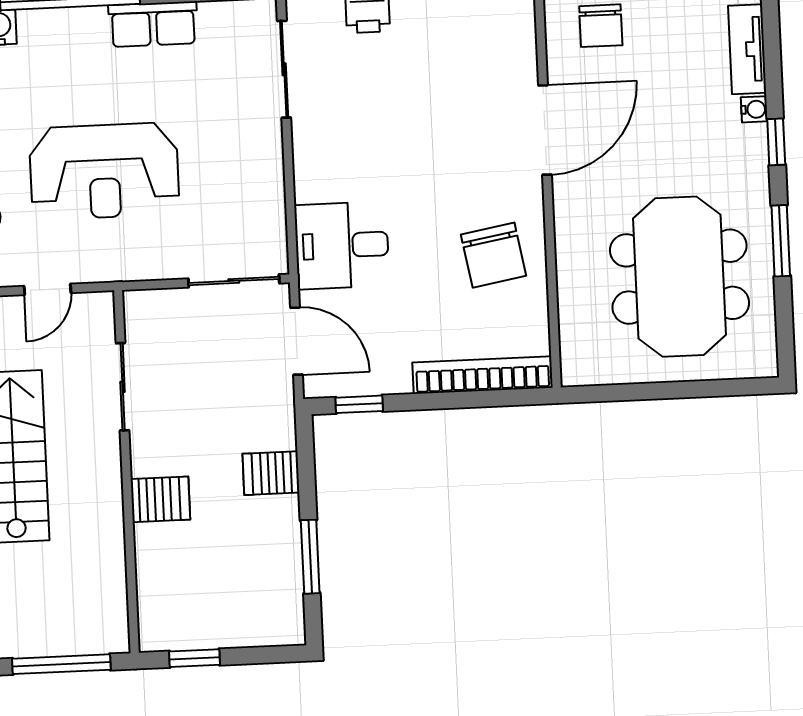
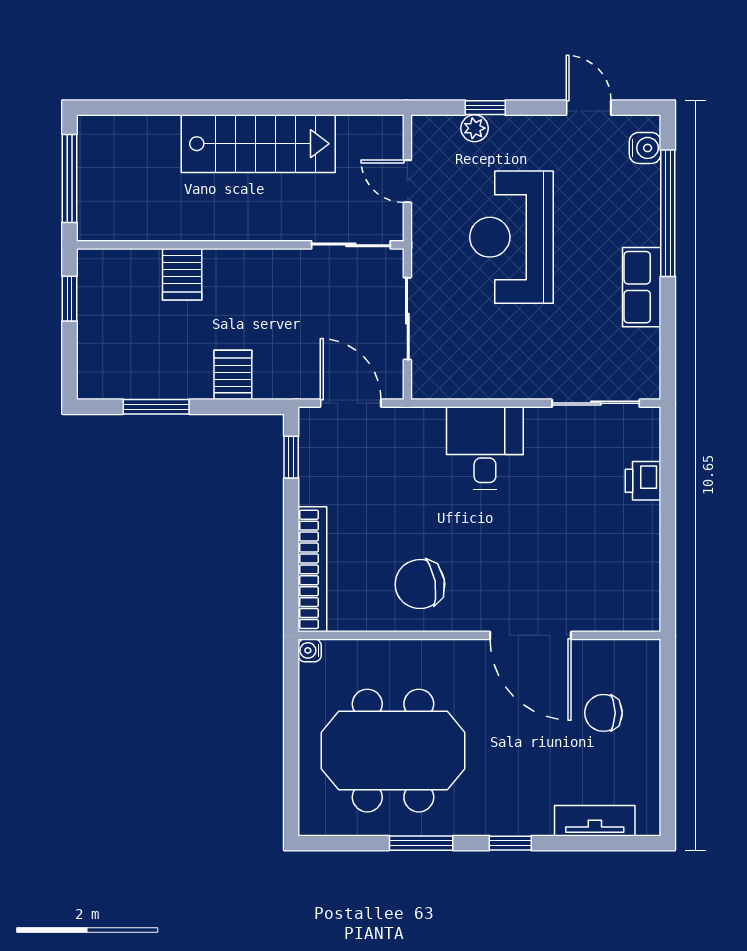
chair: (601, 26) -> (603, 713), moved
water cooler: (754, 109) -> (310, 650), moved, turned 90
desk: (342, 245) -> (485, 448), moved
sliding door: (234, 281) -> (407, 319), moved
door: (296, 341) -> (351, 403), swing flipped
sliding door: (123, 387) -> (351, 245), moved
server rack: (160, 499) -> (182, 274), moved

